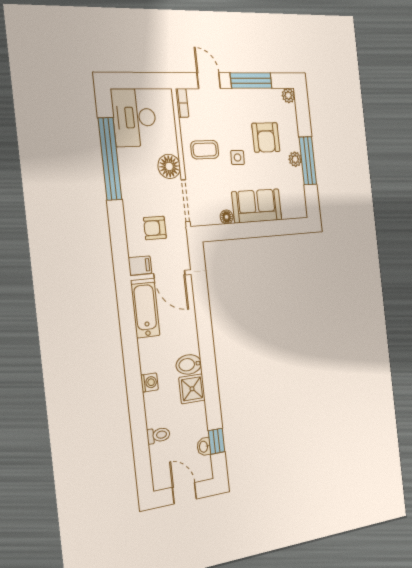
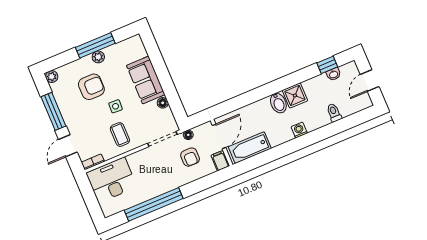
desk: (134, 117) -> (112, 180), moved, turned 180
floor lamp: (169, 166) -> (188, 135), moved, width x0.53, depth x0.53

